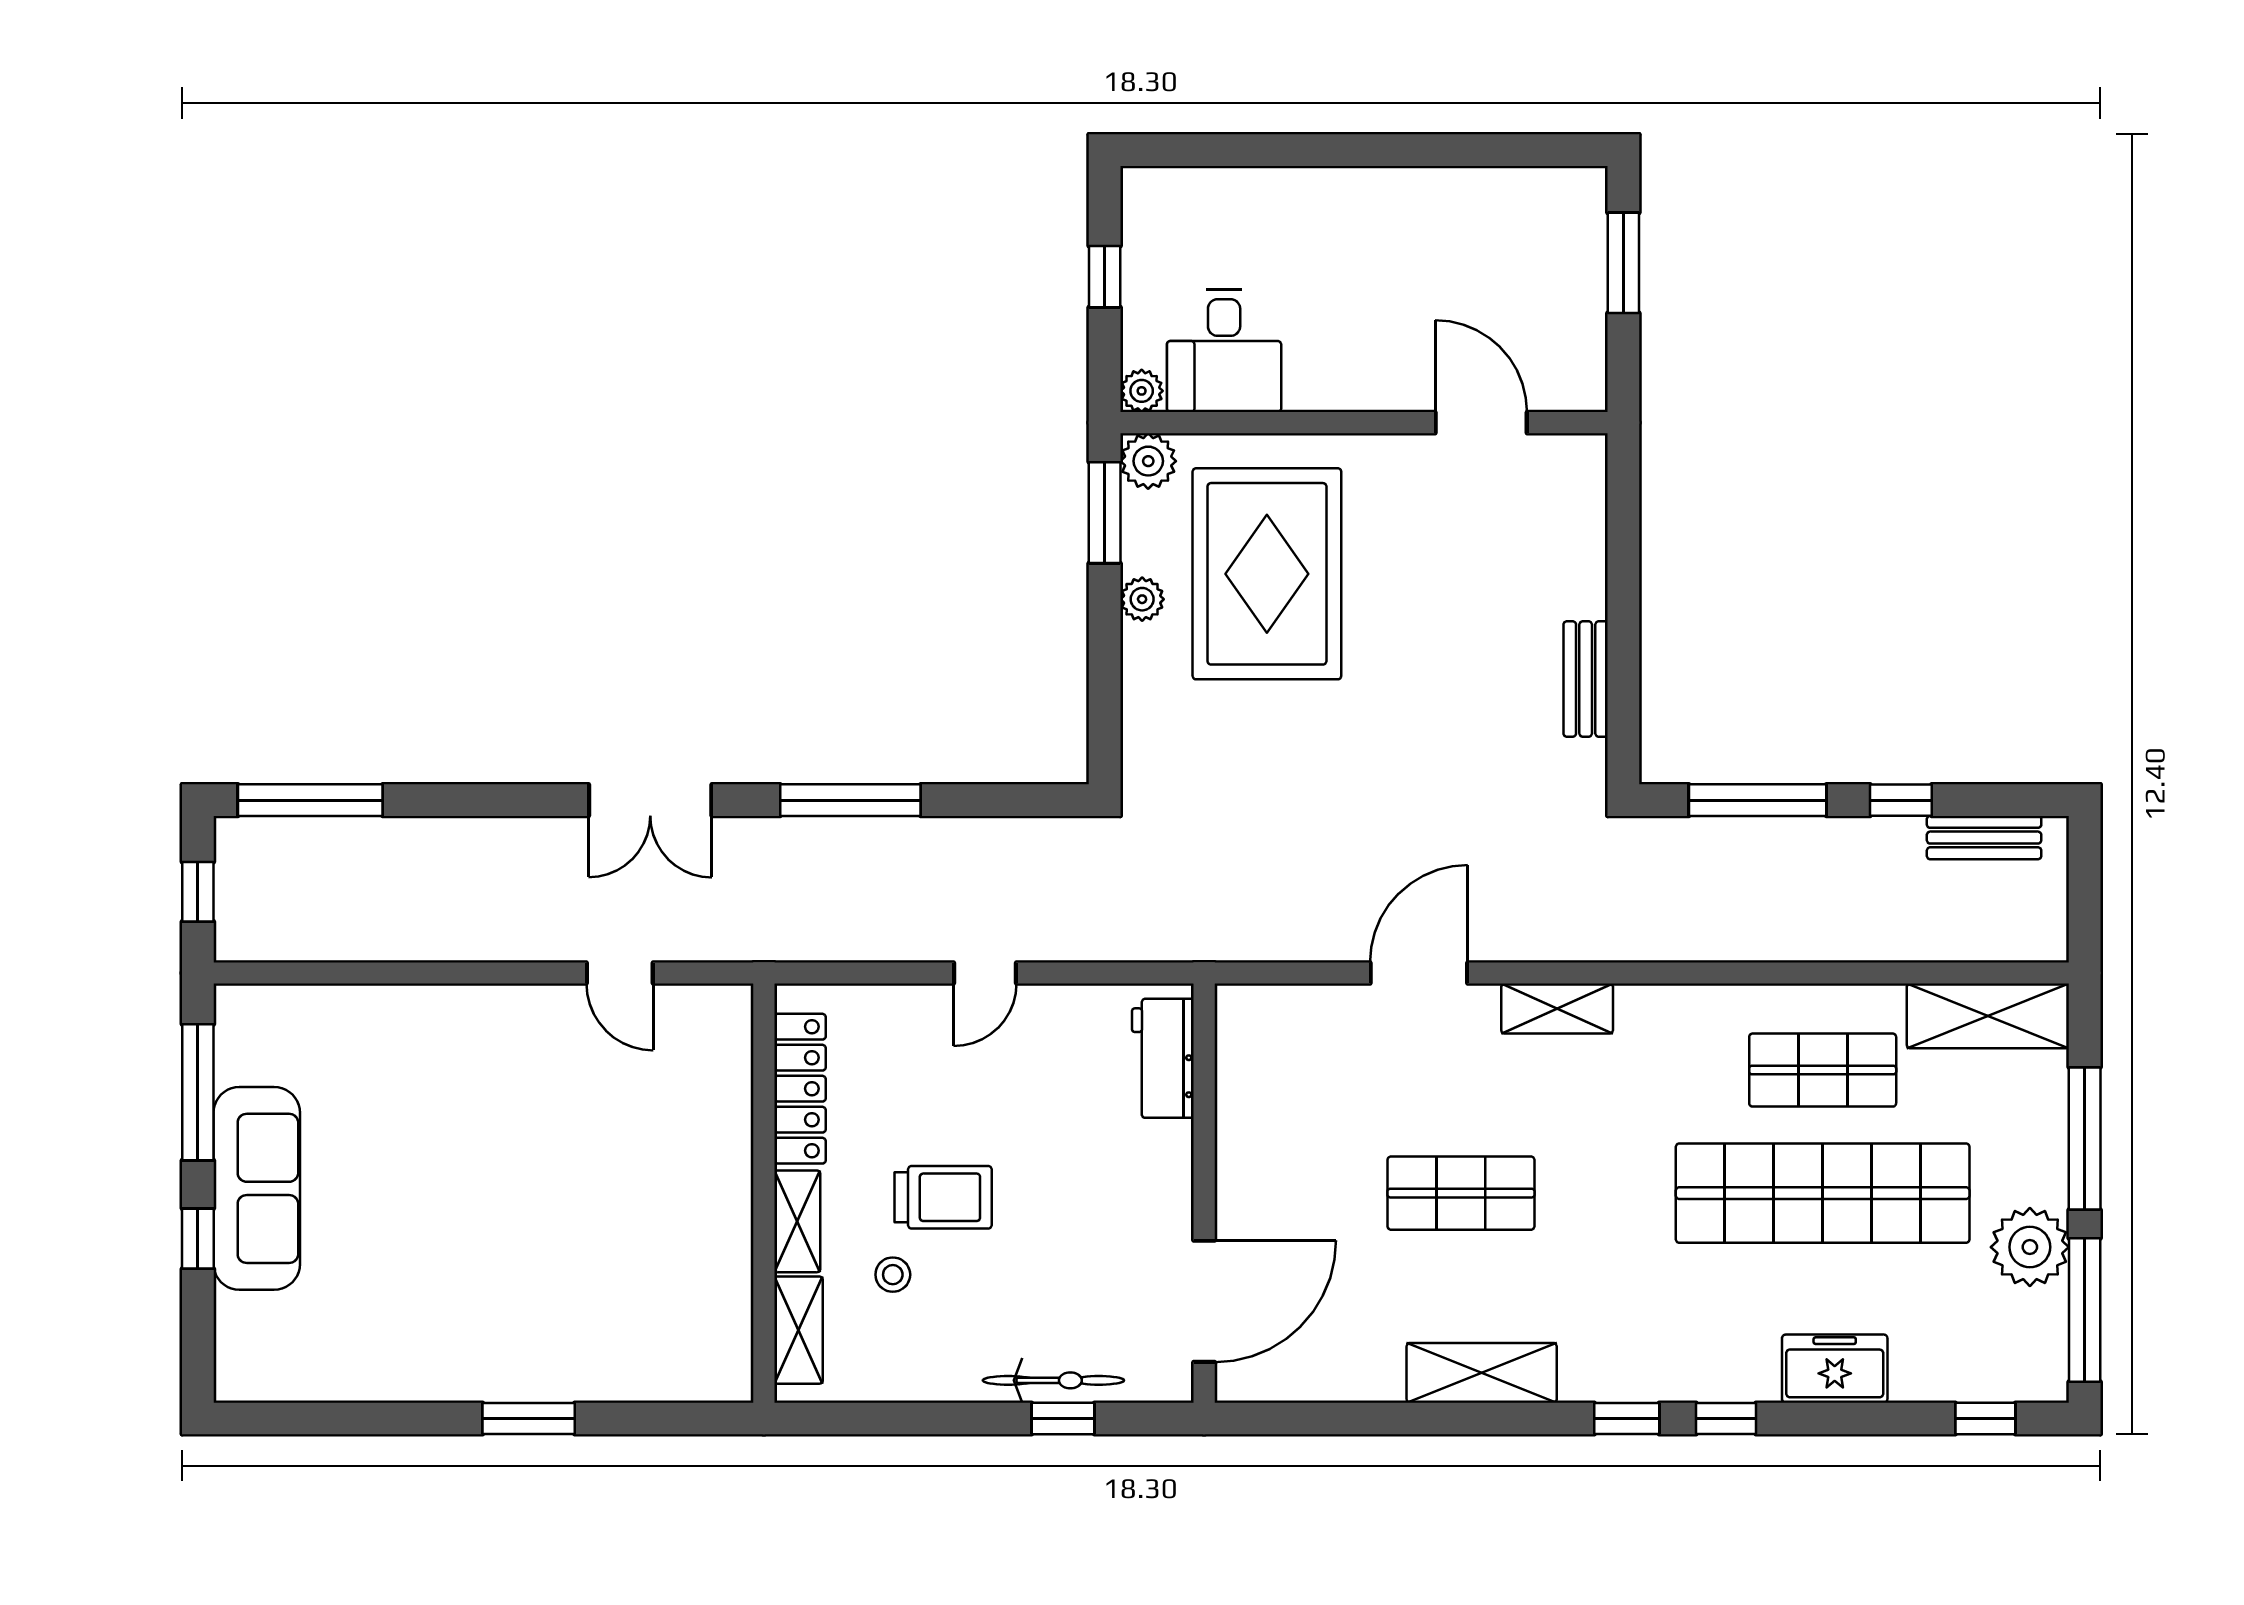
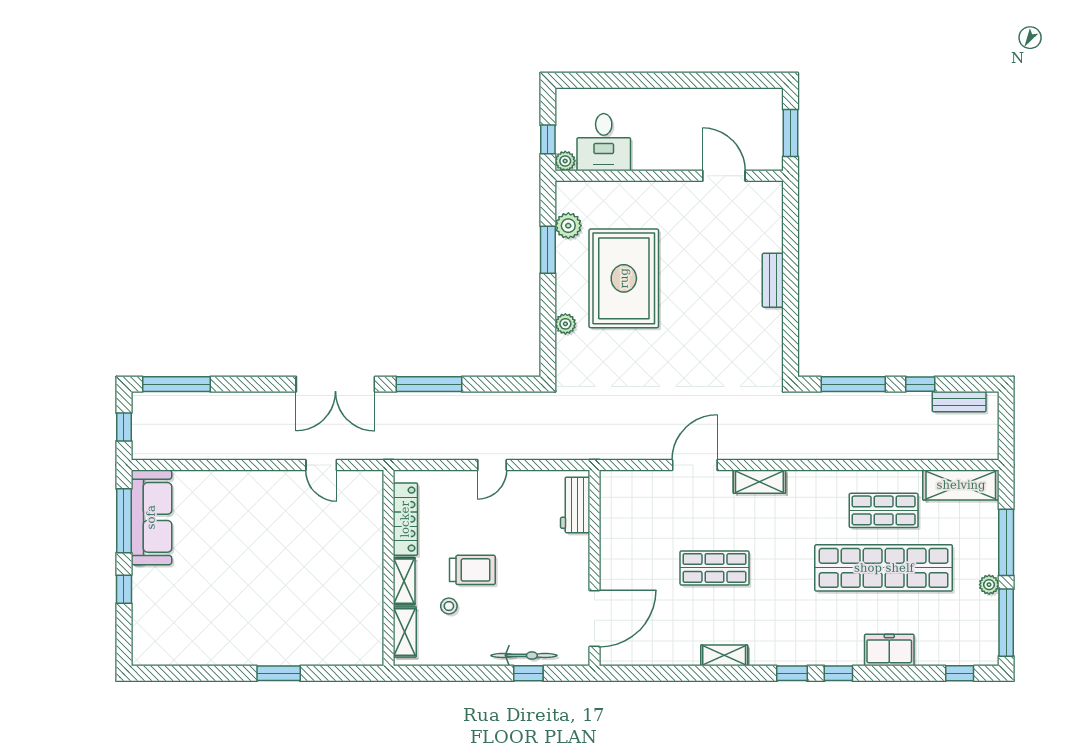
desk: (1224, 351) -> (604, 142), moved
plant: (1142, 391) -> (565, 161), moved
wall: (1364, 423) -> (669, 176), moved
door: (1481, 423) -> (724, 176), moved
plant: (1142, 599) -> (565, 324), moved
bench: (1586, 679) -> (773, 280), moved
double door: (650, 800) -> (335, 384), width x1.37
sofa: (257, 1188) -> (151, 517), moved
plant: (2030, 1247) -> (989, 585), width x0.53, depth x0.53
shelving: (1482, 1373) -> (724, 655), width x0.67, depth x0.75

